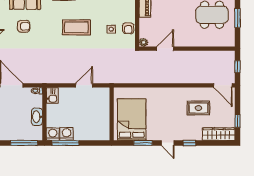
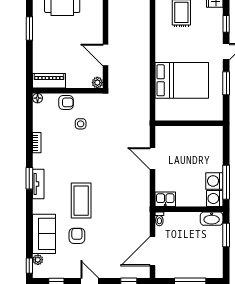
coffee table: (76, 27) -> (81, 201), moved
armchair: (128, 28) -> (66, 102), moved
washbasin: (37, 117) -> (212, 219), moved
bed: (132, 120) -> (182, 80), moved, turned 180
window: (24, 143) -> (226, 235), width x0.69

